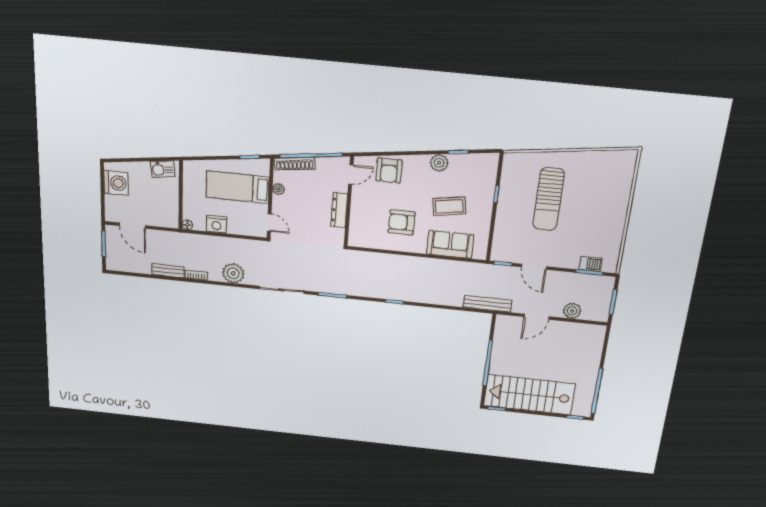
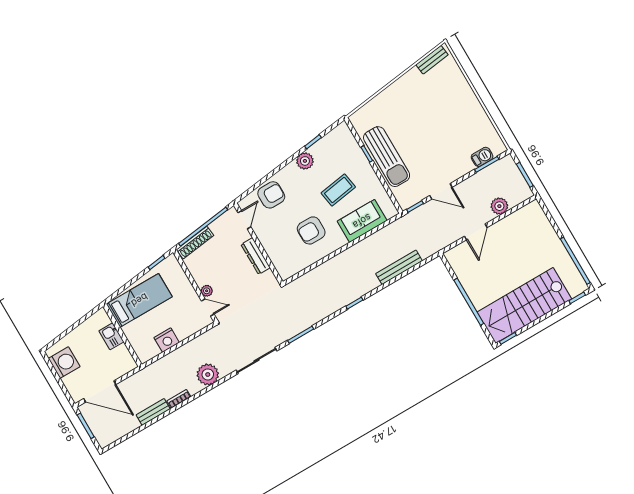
bench: (615, 156) -> (432, 60), added
kitchen sink: (163, 169) -> (111, 336), moved, turned 97
armchair: (389, 170) -> (271, 195), turned -90
bed: (238, 187) -> (139, 300), moved, turned 180
plant: (278, 189) -> (207, 291), moved
sun lounger: (549, 199) -> (387, 157), moved
floor lamp: (187, 225) -> (144, 358), removed
door: (132, 226) -> (100, 392), width x1.36
bench: (487, 304) -> (399, 267), moved

